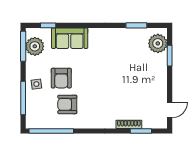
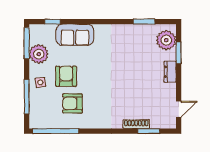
plant: (35, 46) -> (39, 54), moved
dresser: (162, 74) -> (170, 72), added
armchair: (61, 78) -> (66, 76), turned 180

